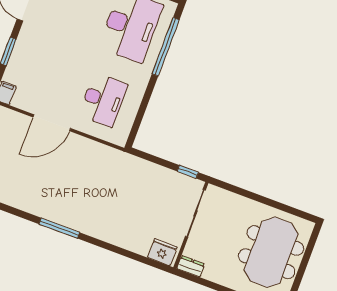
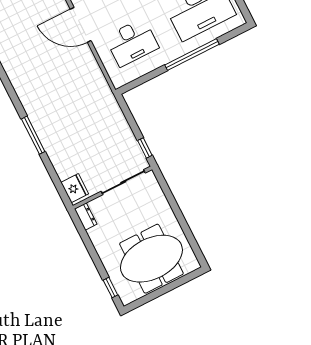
window: (166, 47) -> (192, 55), moved
window: (59, 228) -> (33, 135), moved

